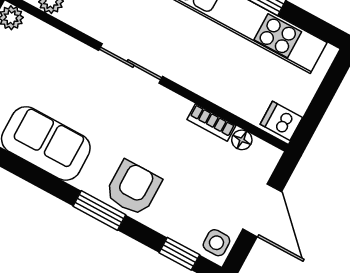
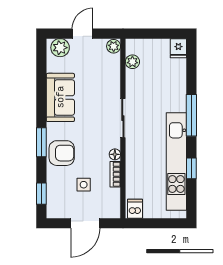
floor lamp: (242, 140) -> (115, 154), moved
side table: (216, 243) -> (84, 185), moved

